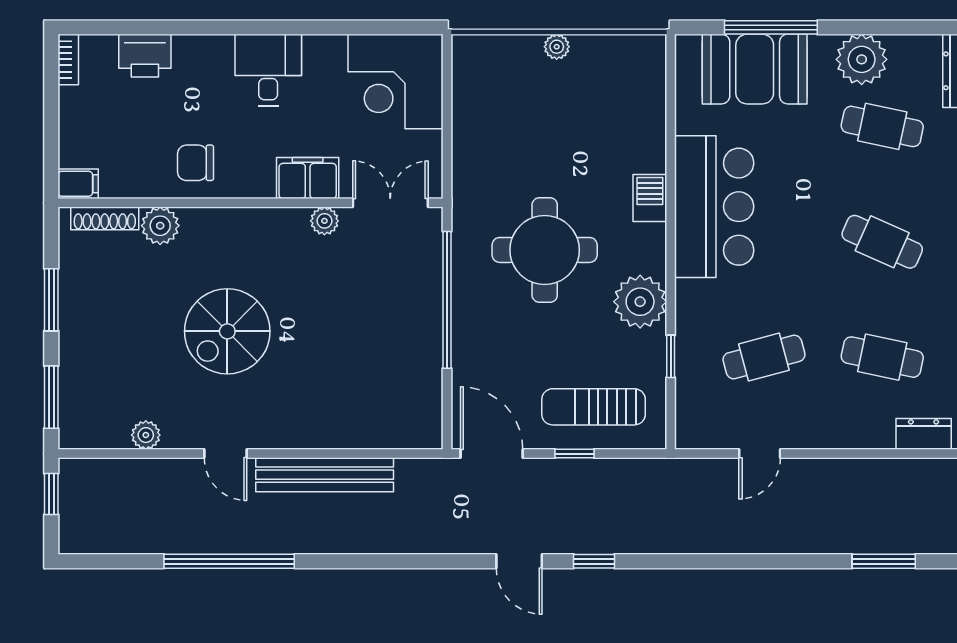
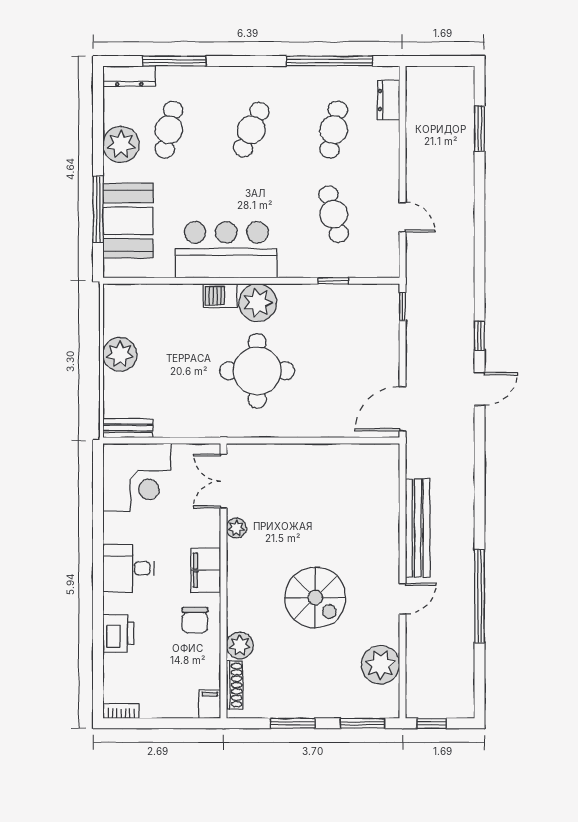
plant: (557, 47) -> (120, 354), width x1.88, depth x1.88
printer: (145, 56) -> (118, 633), moved
bench: (464, 69) -> (128, 428), added
filing cabinet: (308, 178) -> (206, 570), moved
window: (447, 300) -> (293, 441), removed
plant: (640, 302) -> (258, 303), moved
sun lounger: (594, 407) -> (369, 336), removed
plant: (146, 435) -> (380, 665), width x1.87, depth x1.87
window: (574, 454) -> (403, 307), moved

